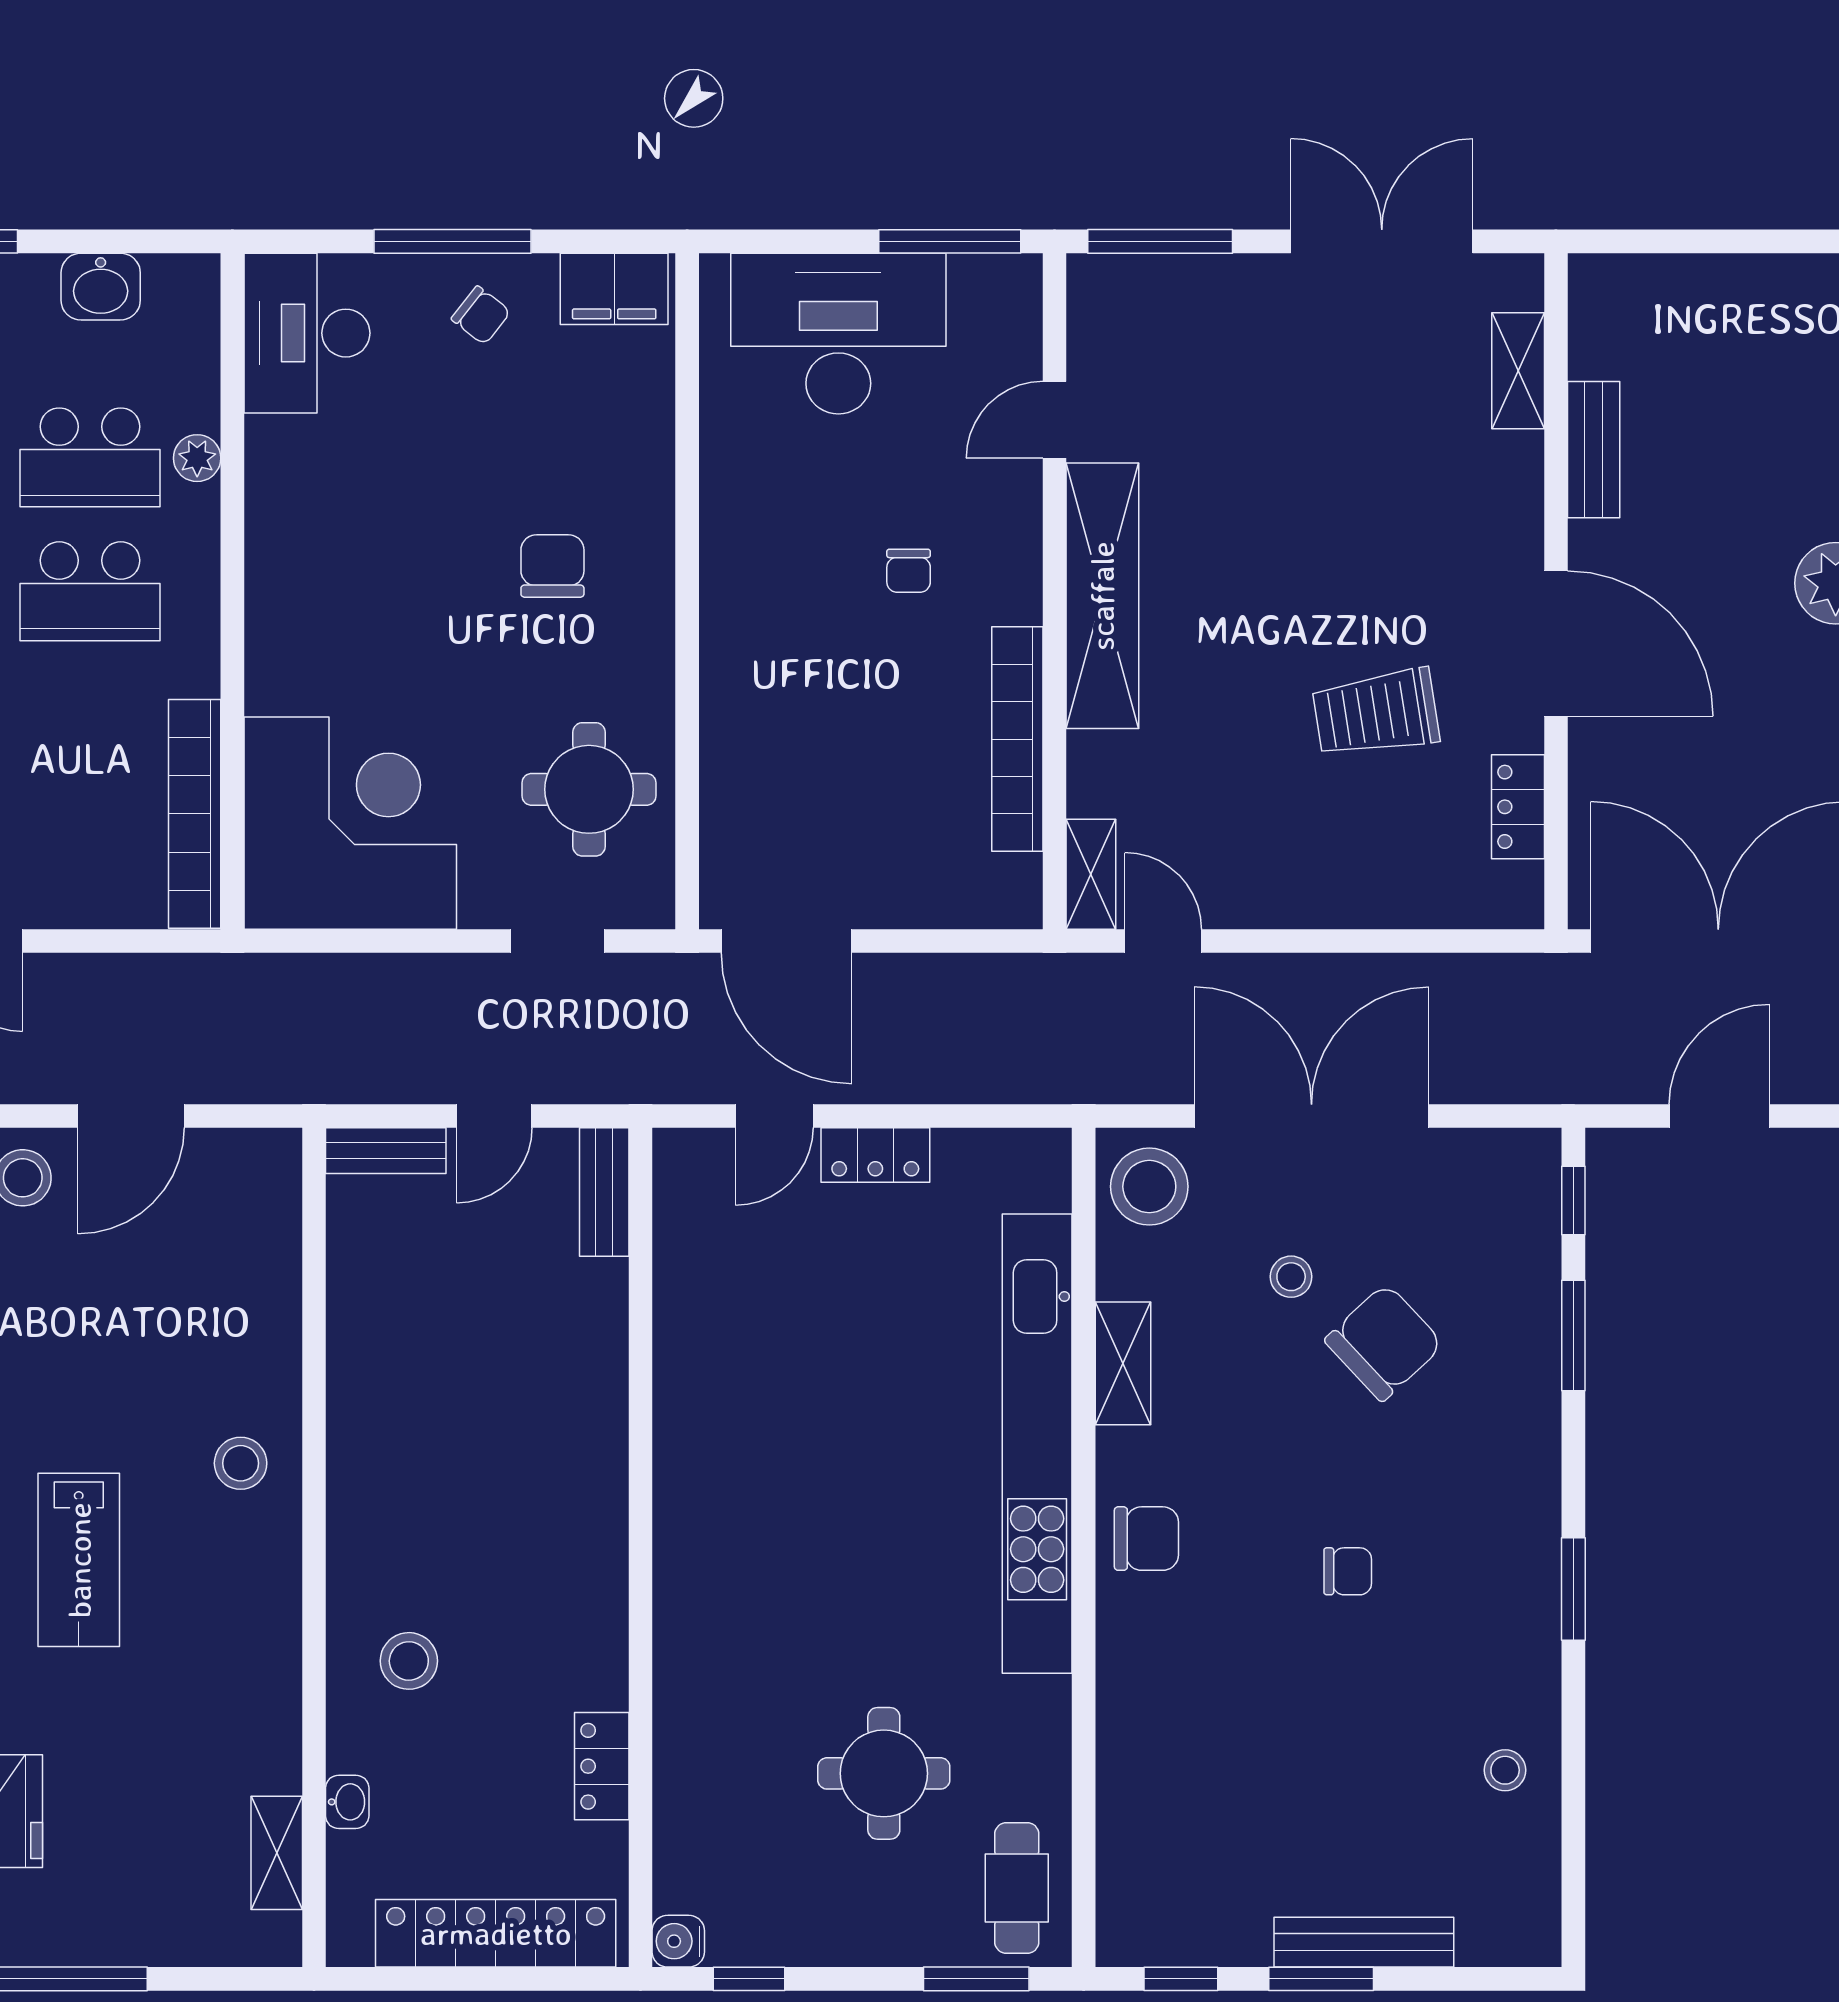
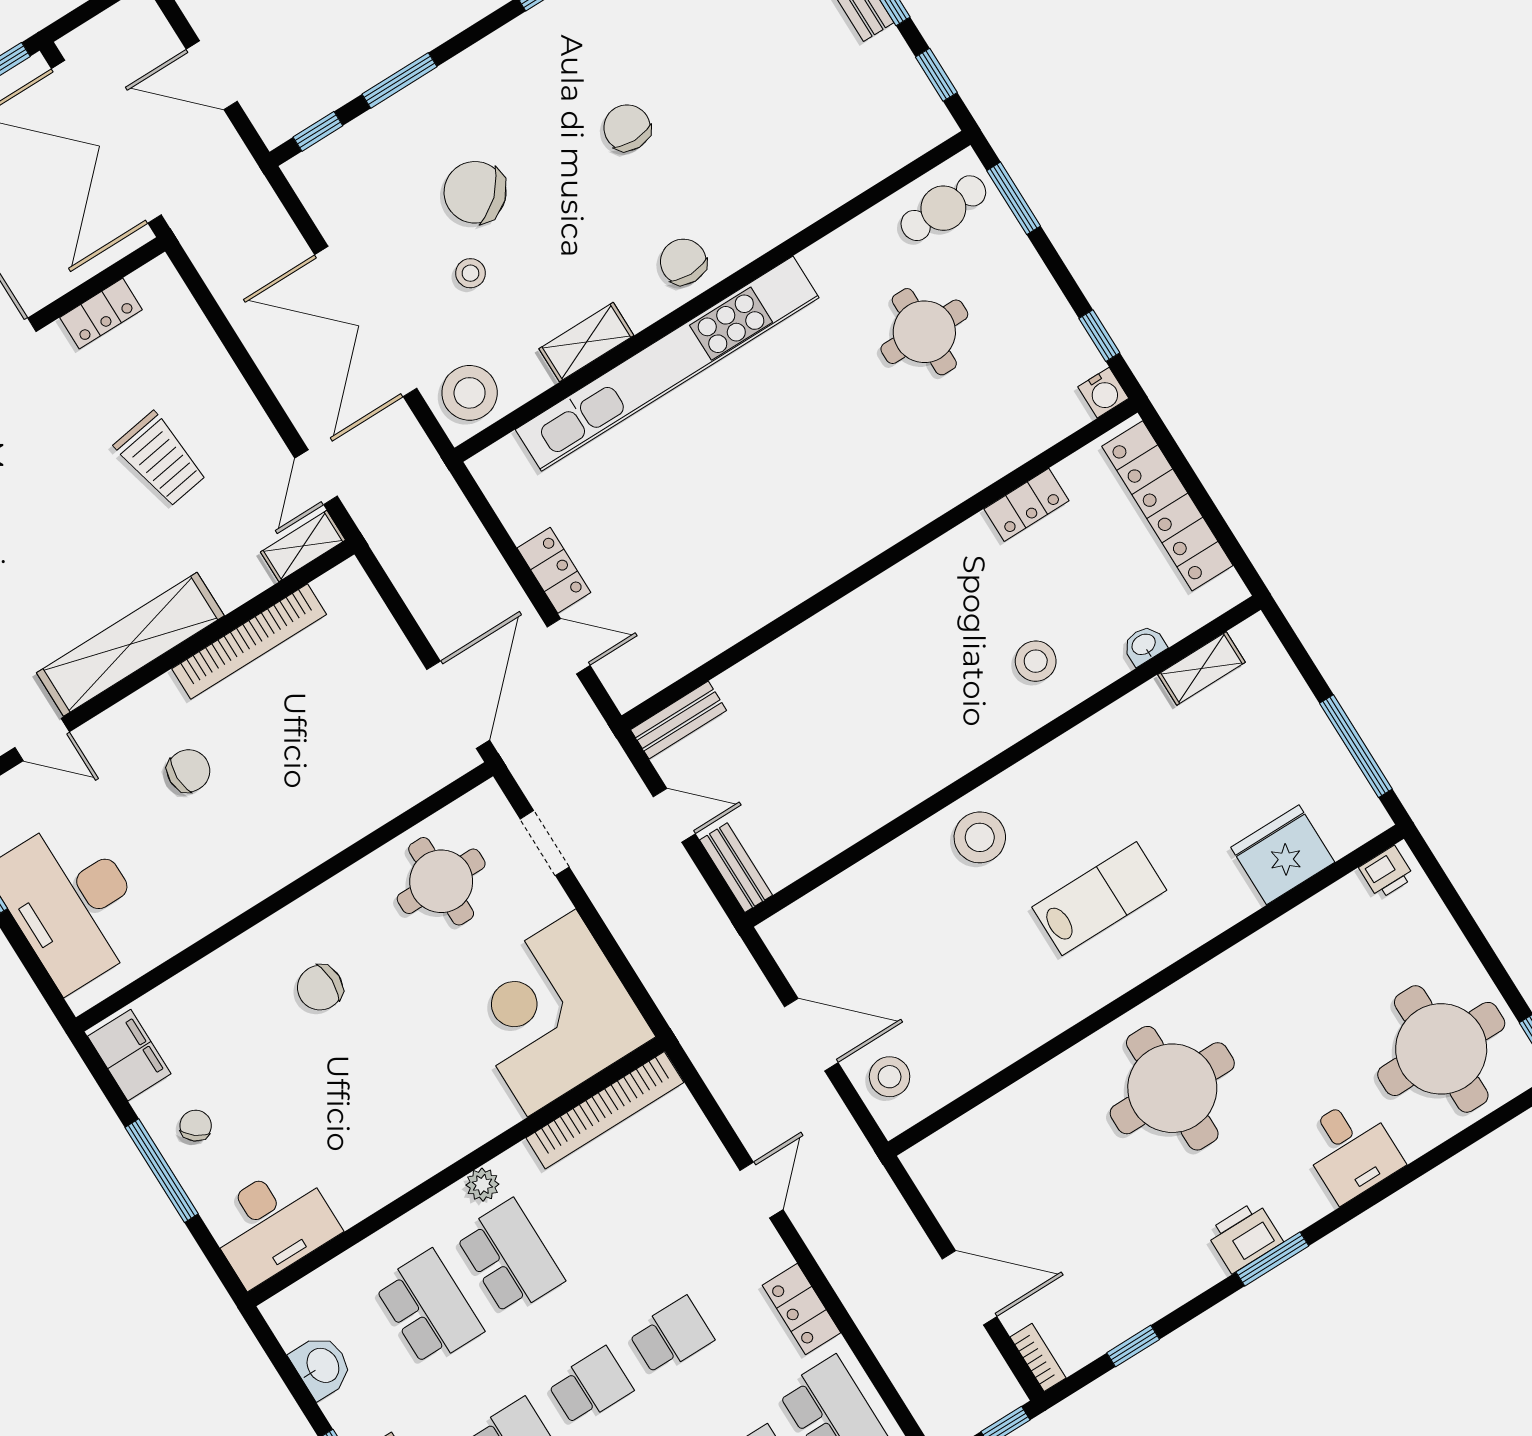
plant: (197, 458) -> (482, 1185), moved
chair: (909, 571) -> (188, 771), width x1.37, depth x1.37
trolley: (1376, 713) -> (161, 459), moved
stool: (241, 1463) -> (980, 837), width x1.38, depth x1.38
chair: (1348, 1571) -> (627, 128), width x1.37, depth x1.37

